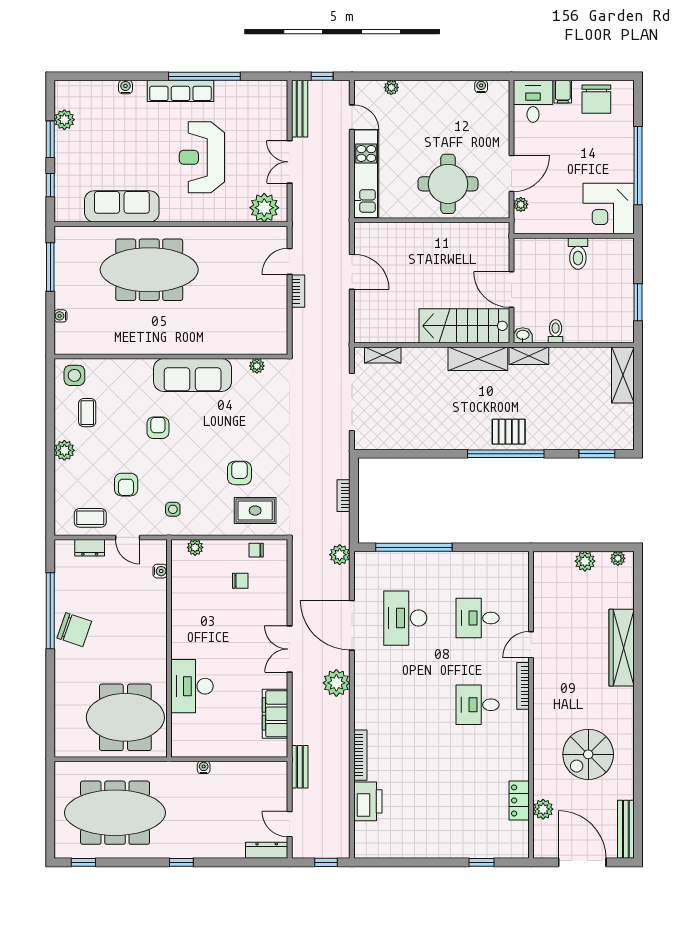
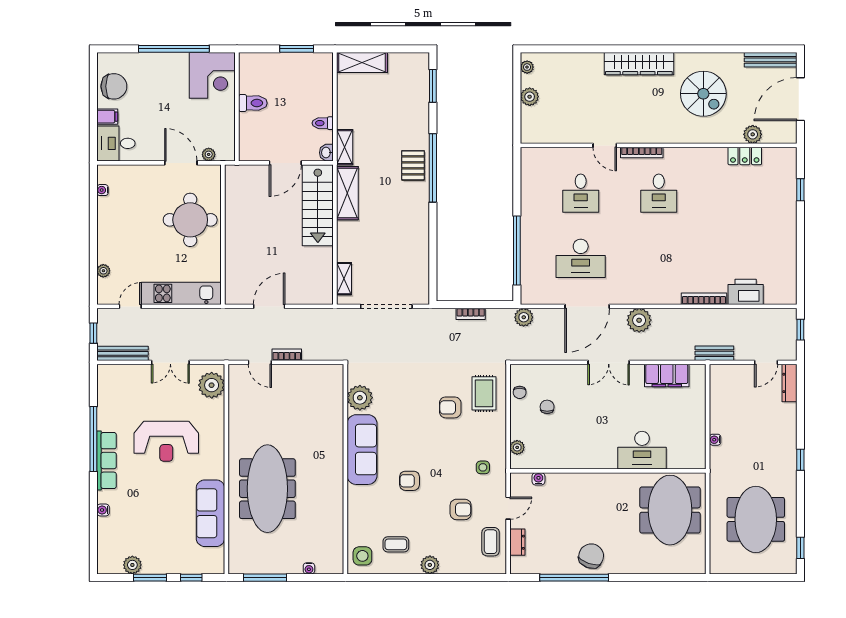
plant: (257, 366) -> (360, 398), width x1.88, depth x1.88
wardrobe: (622, 648) -> (639, 64), moved
meeting table: (115, 813) -> (756, 519), width x0.73

